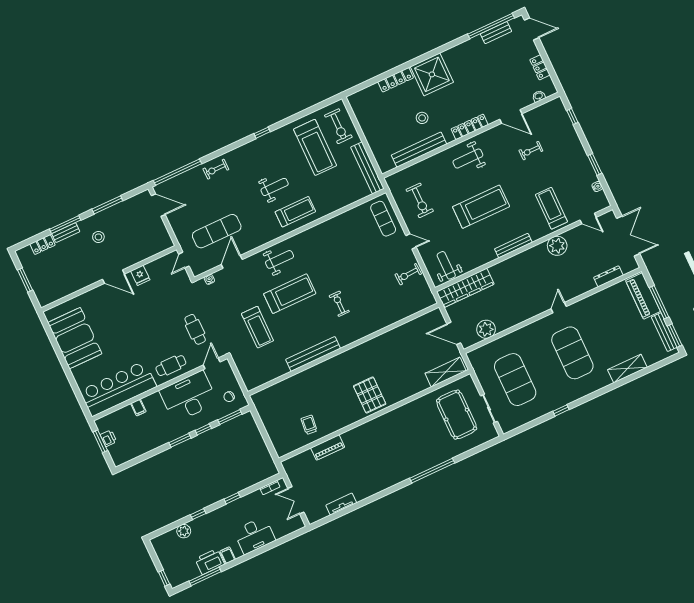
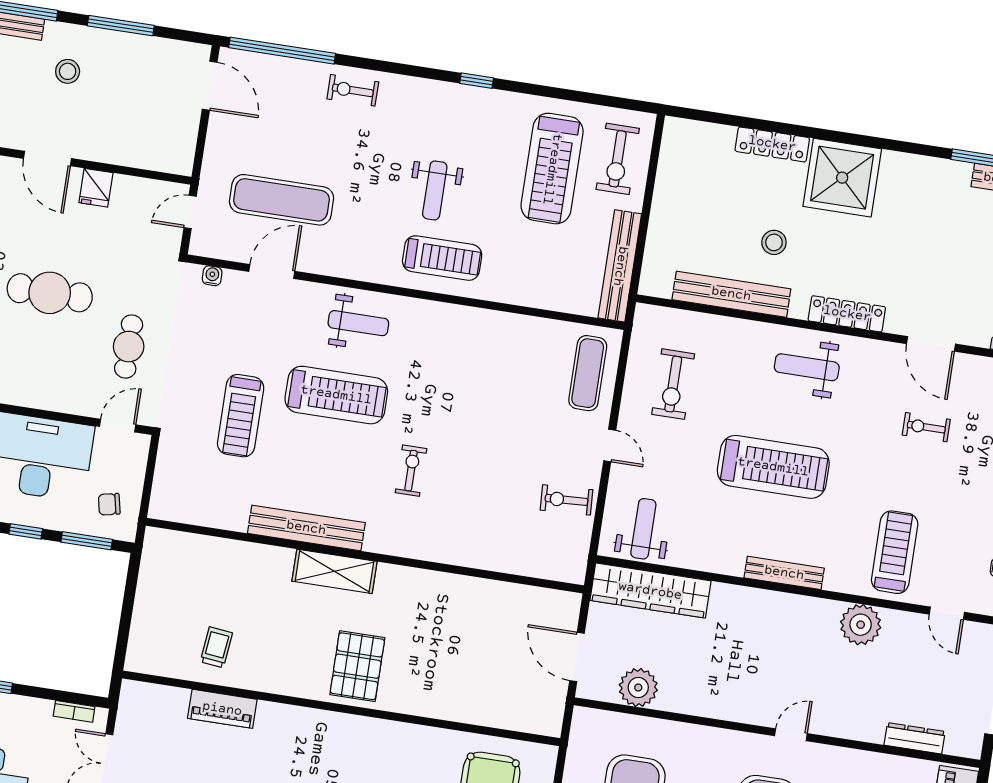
weight bench: (275, 187) -> (435, 190), turned 90
cafe table: (171, 366) -> (50, 293), moved, width x1.37, depth x1.35
shelving: (446, 372) -> (334, 571), moved

